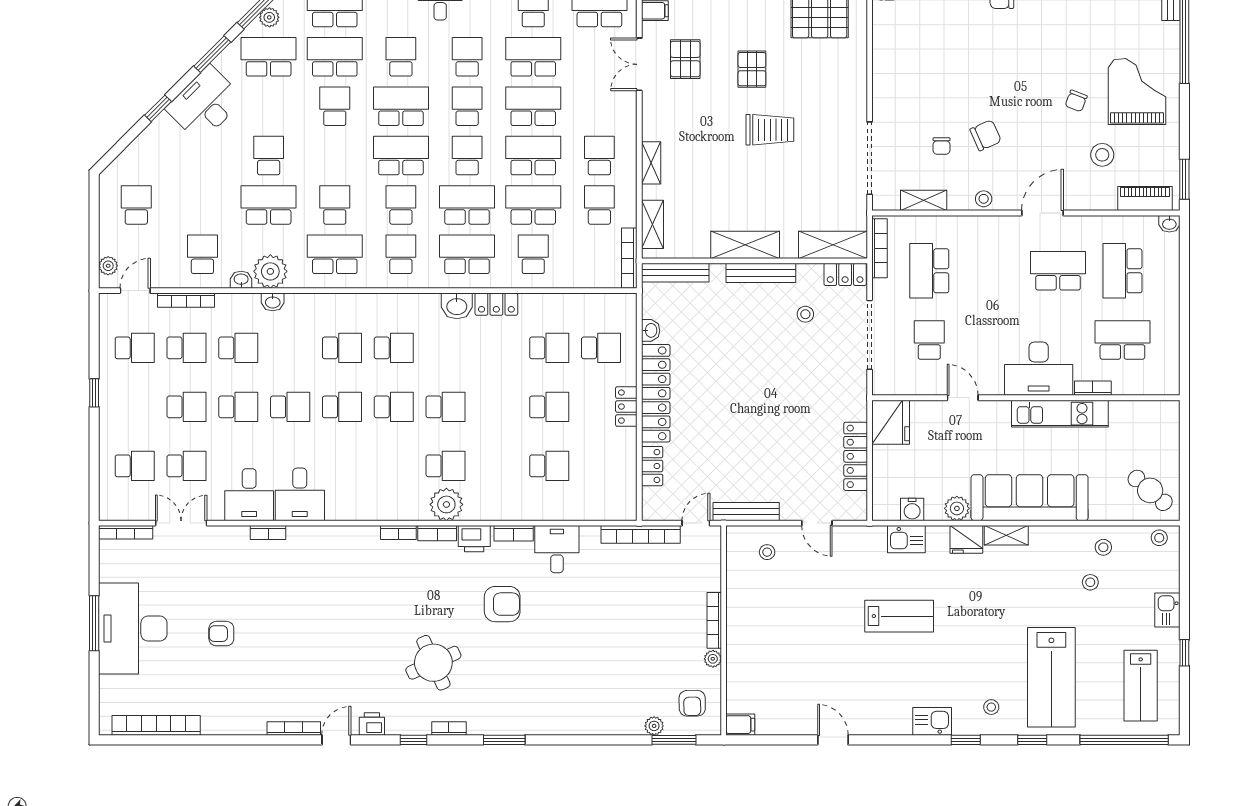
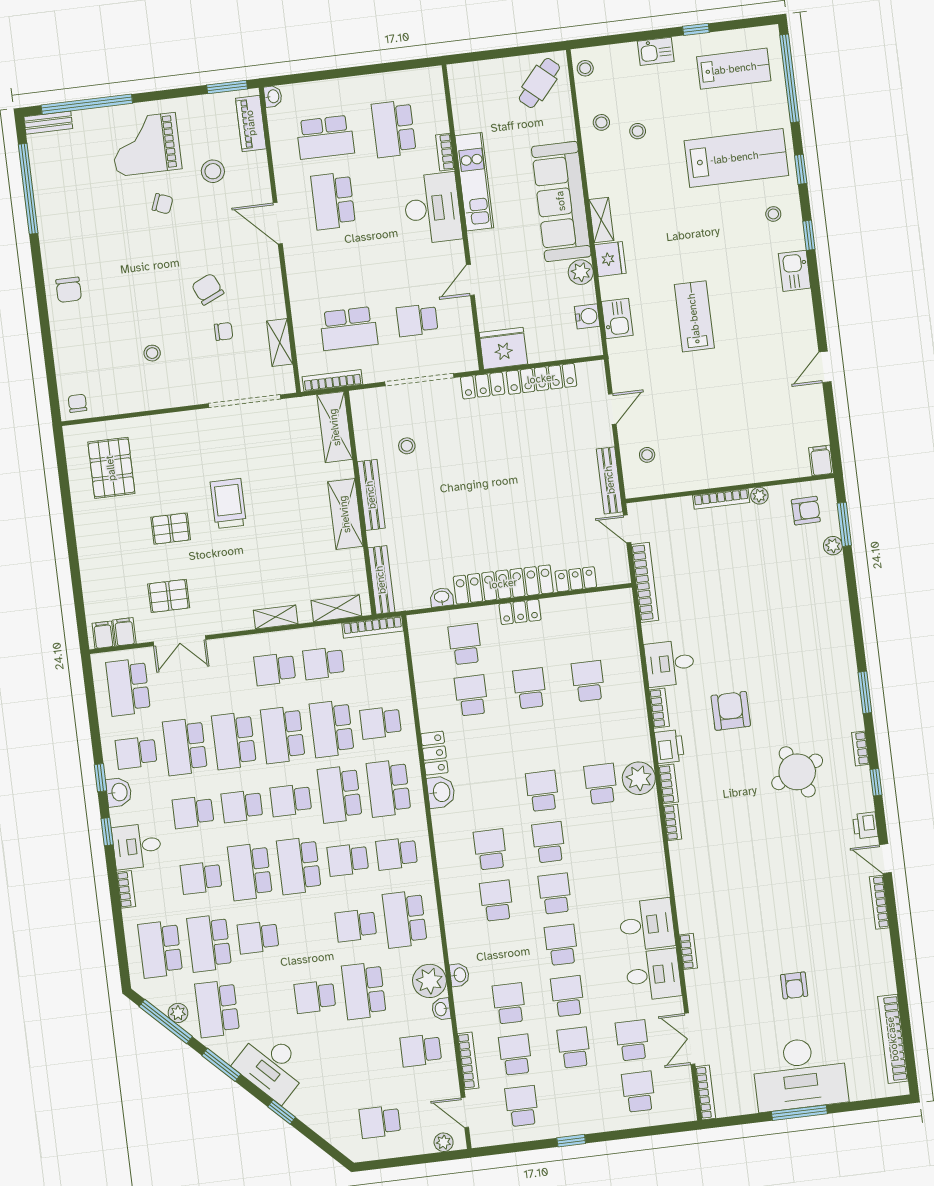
stool: (984, 199) -> (152, 353), moved
locker: (845, 274) -> (483, 386), moved, turned 90

